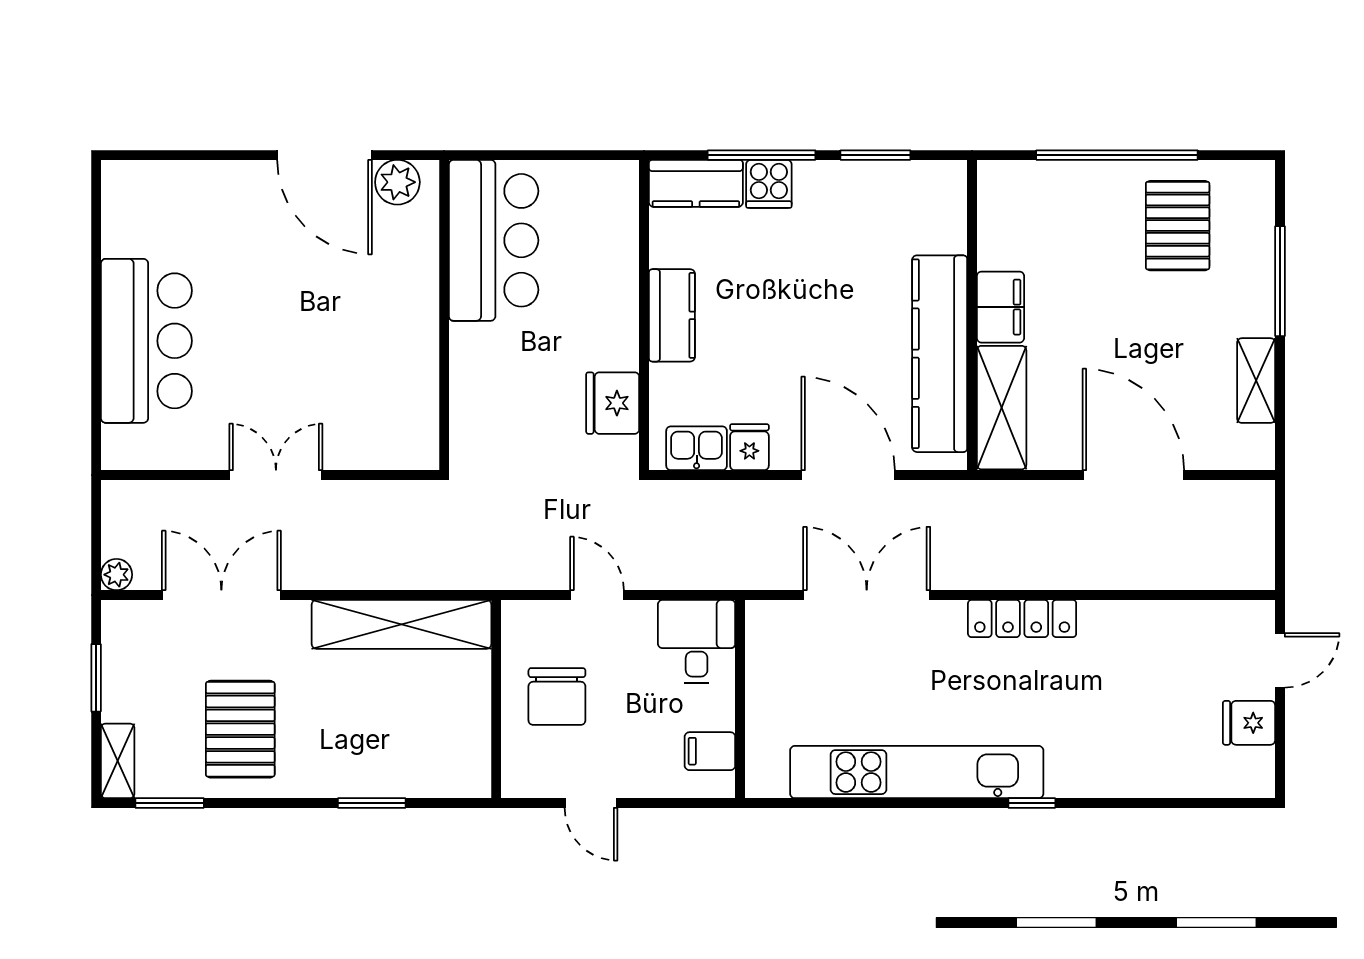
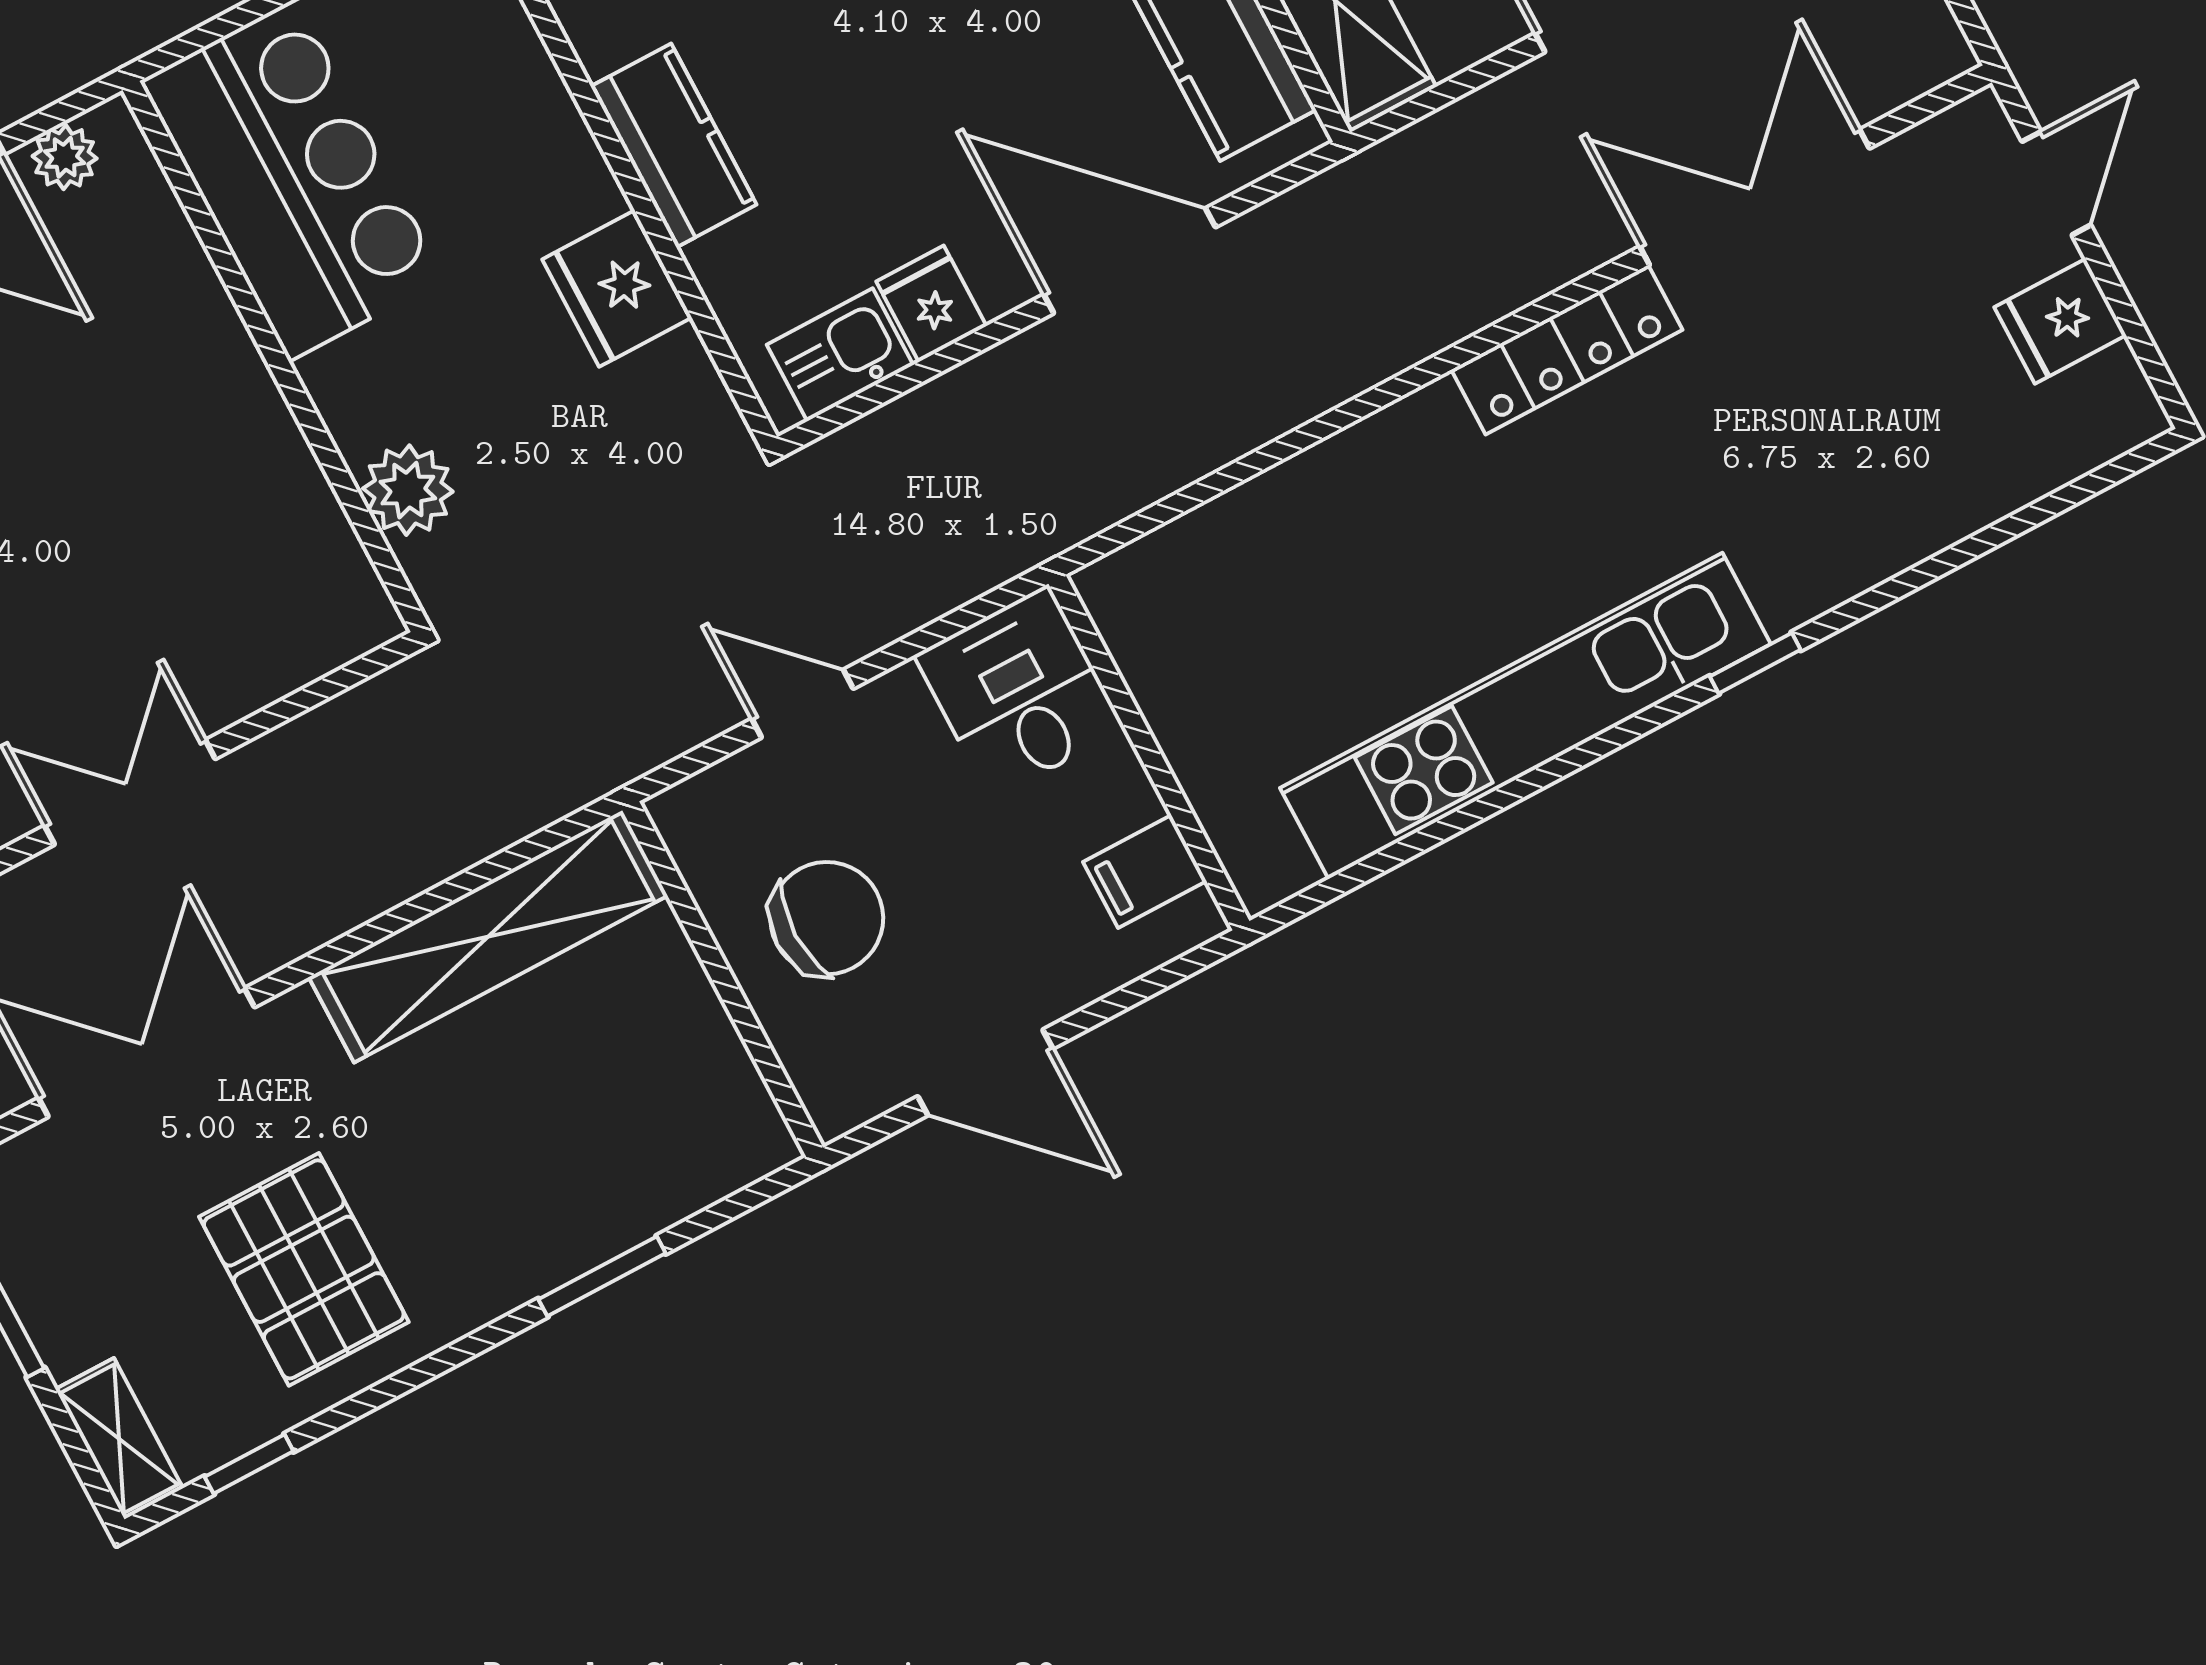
plant: (397, 182) -> (65, 157), width x0.73, depth x0.73
fridge: (613, 403) -> (617, 289), moved
plant: (472, 406) -> (408, 490), added
double door: (867, 595) -> (1755, 197), moved
chair: (557, 697) -> (827, 918), turned -90
window: (170, 803) -> (249, 1464), width x0.67
door: (591, 803) -> (985, 1073), width x1.38

